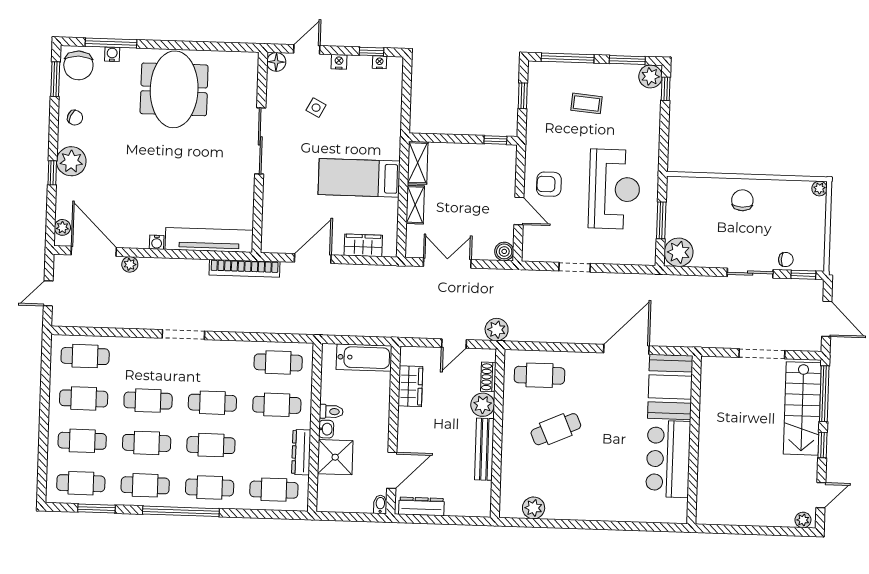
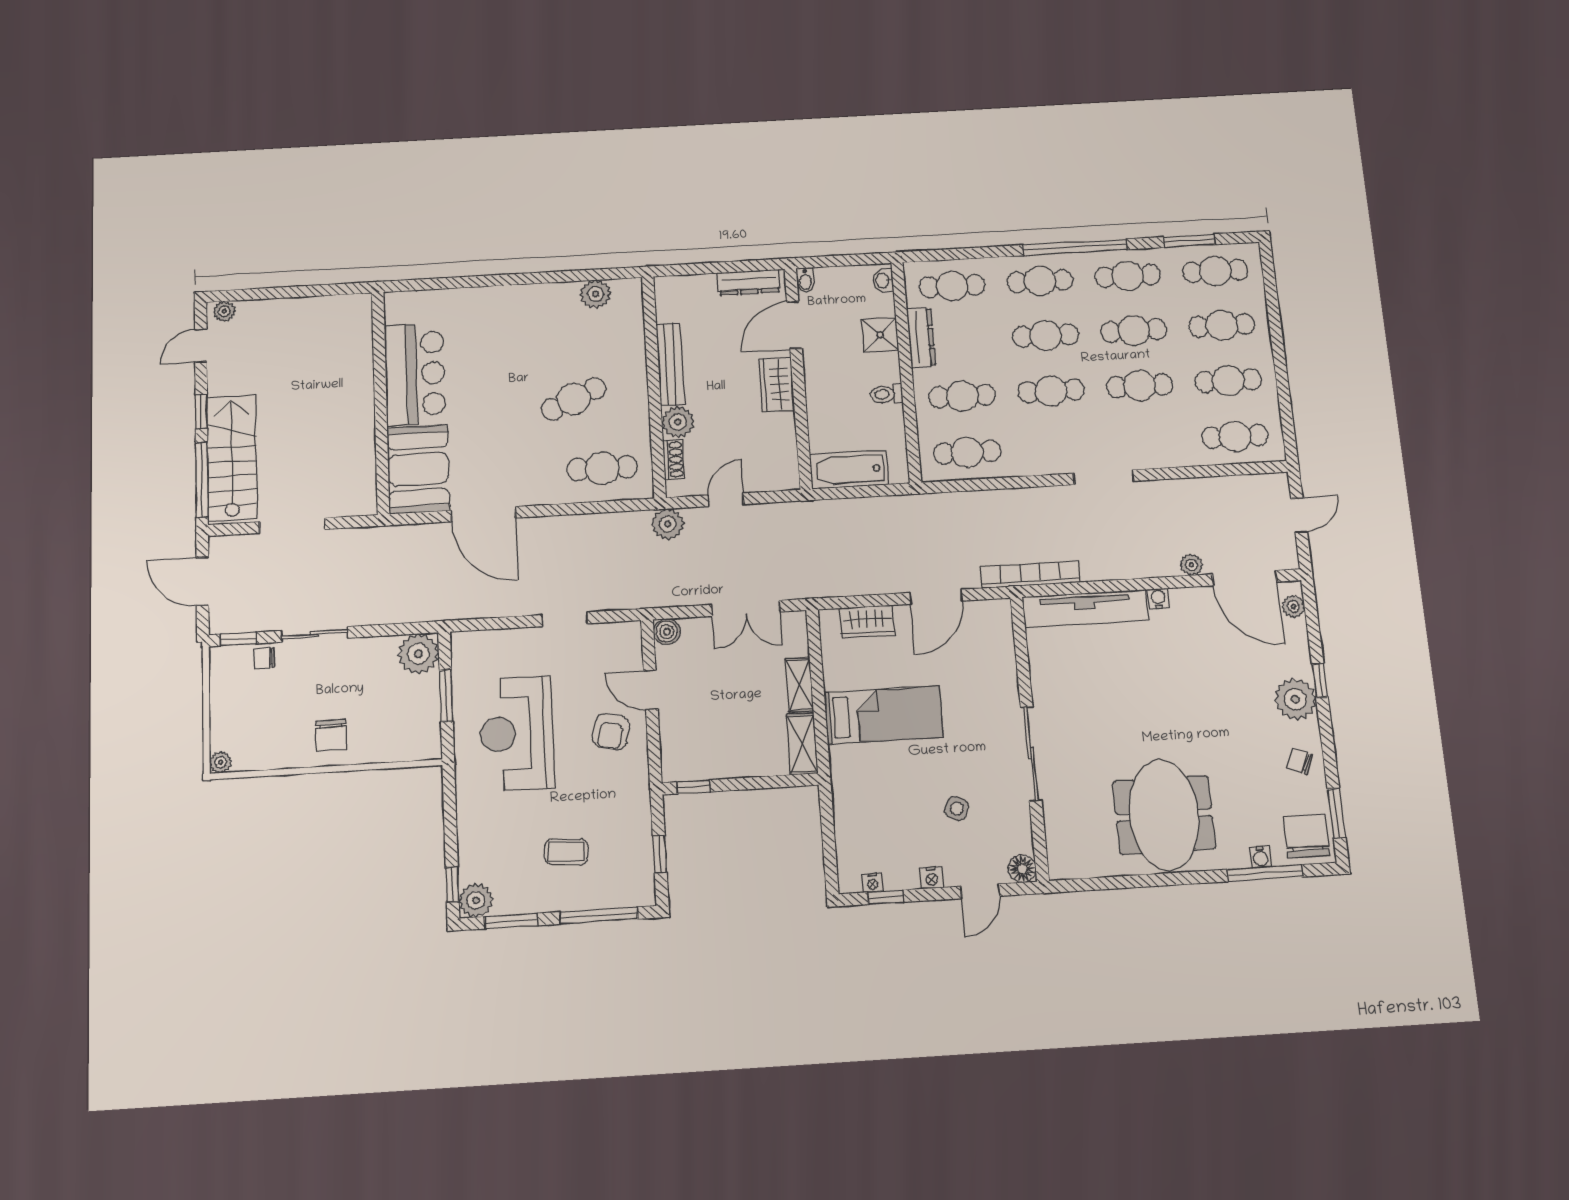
armchair: (549, 184) -> (611, 732), turned 104
door: (626, 349) -> (483, 514), hinge flipped
wardrobe: (410, 386) -> (777, 384), moved
washbasin: (326, 429) -> (883, 280), moved
shower: (335, 457) -> (880, 335), width x0.73, depth x0.73

